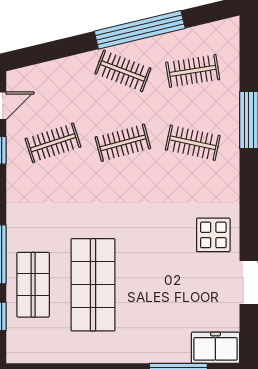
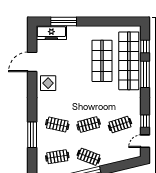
shop shelf: (33, 285) -> (129, 61), width x2.00, depth x1.36
freezer: (215, 348) -> (51, 33), width x1.40

